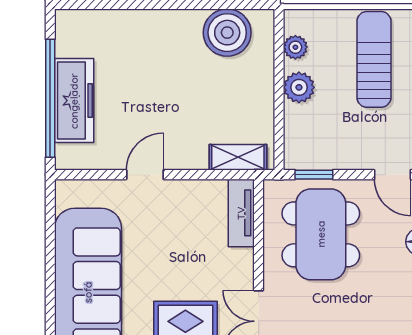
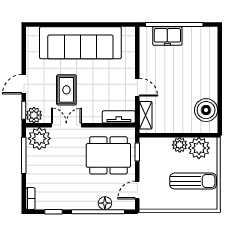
plant: (295, 47) -> (199, 148), width x1.87, depth x1.87
freezer: (74, 101) -> (167, 36), width x0.71
door: (145, 175) -> (137, 87), moved

